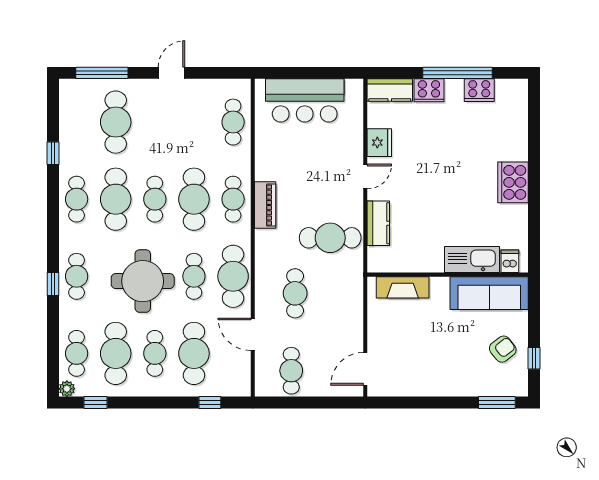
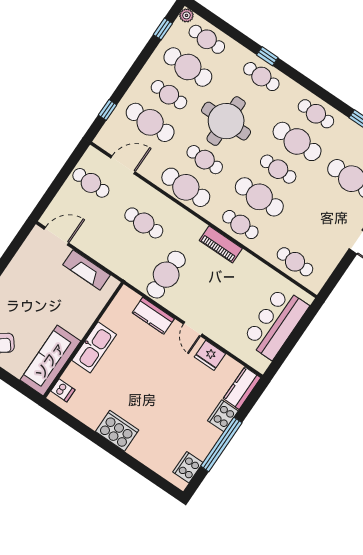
cooker: (479, 90) -> (188, 467), moved
kitchen sink: (472, 259) -> (94, 347), moved
fireplace: (403, 287) -> (87, 270), moved, turned -90
door: (253, 334) -> (123, 165), moved
door: (365, 369) -> (56, 236), hinge flipped

